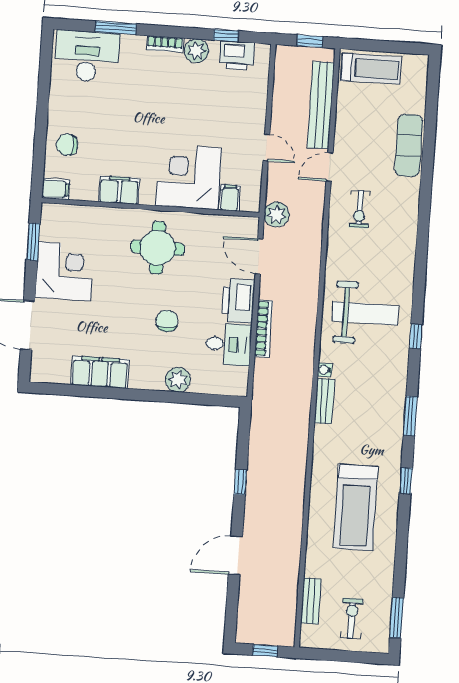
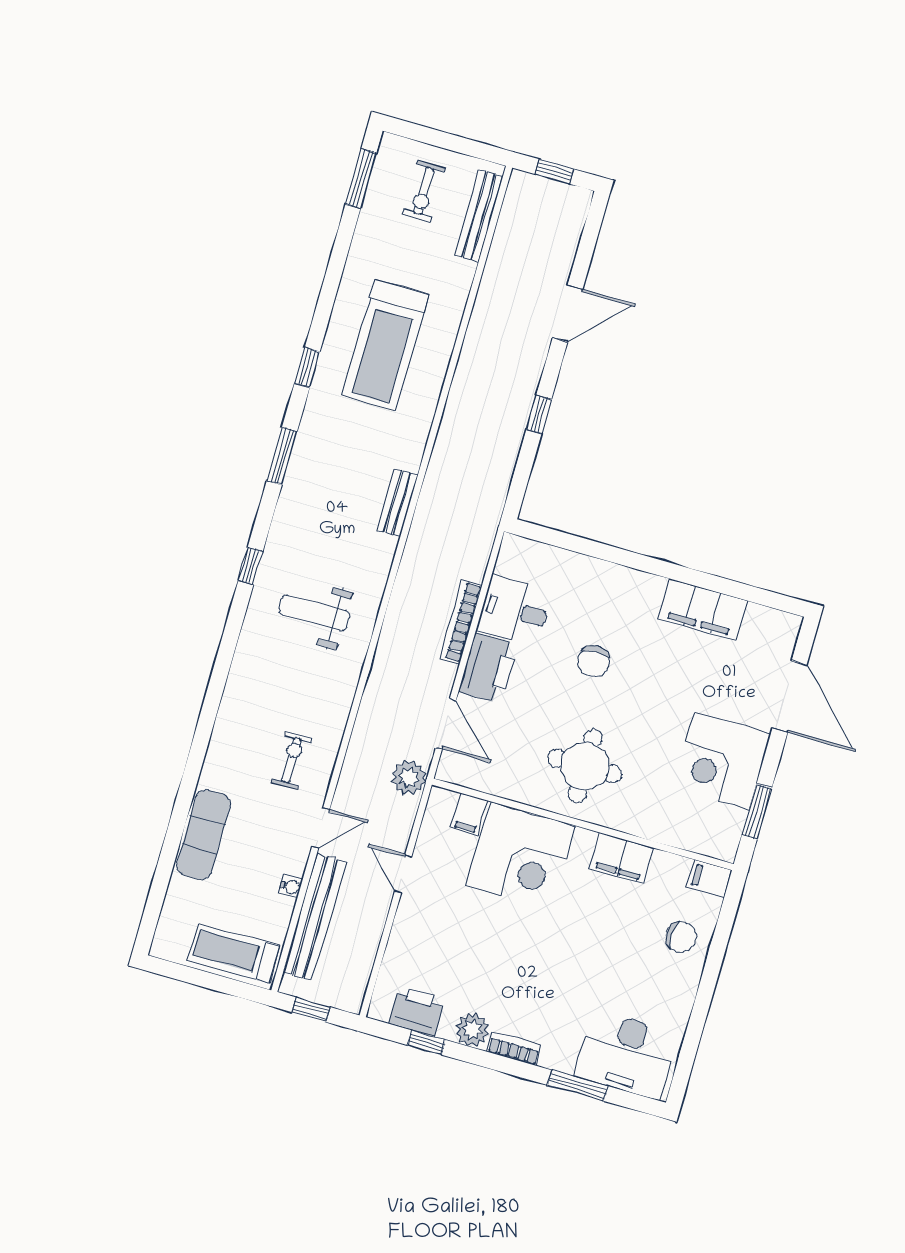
weight bench: (365, 313) -> (314, 613), width x0.73, depth x0.75
water cooler: (325, 370) -> (291, 887), moved
plant: (178, 380) -> (596, 576), removed
treadmill: (356, 507) -> (385, 345), turned 180
bench: (311, 601) -> (479, 216), width x1.36

